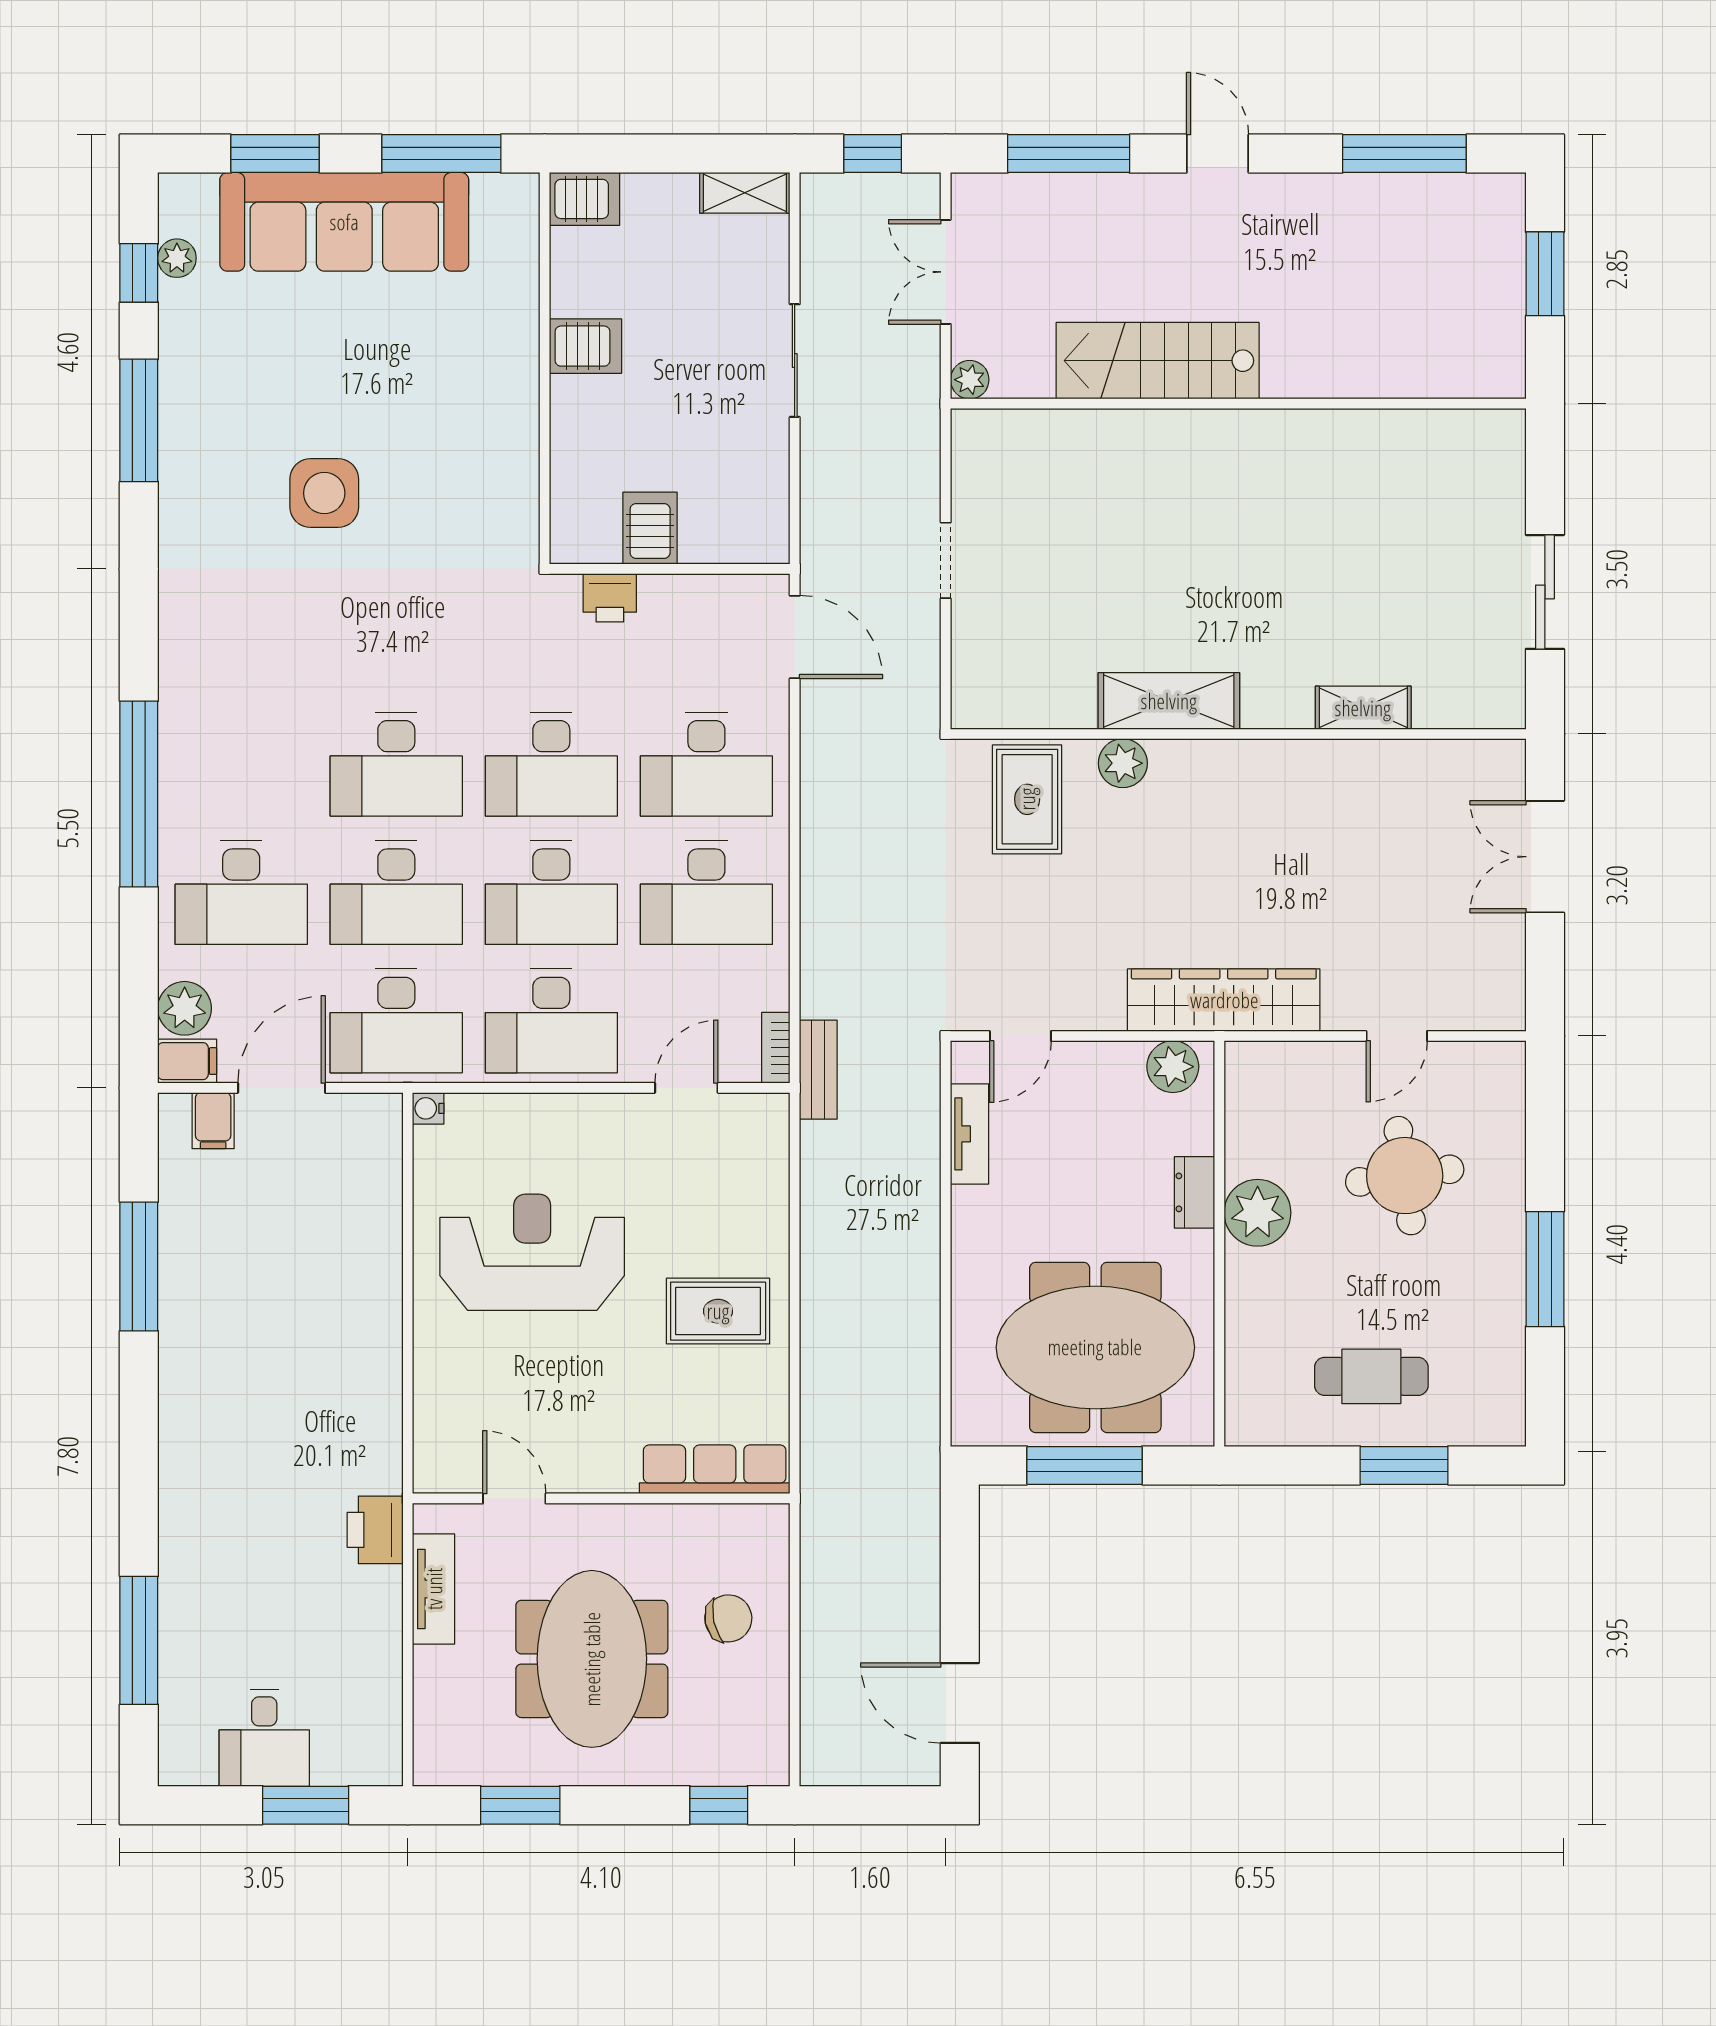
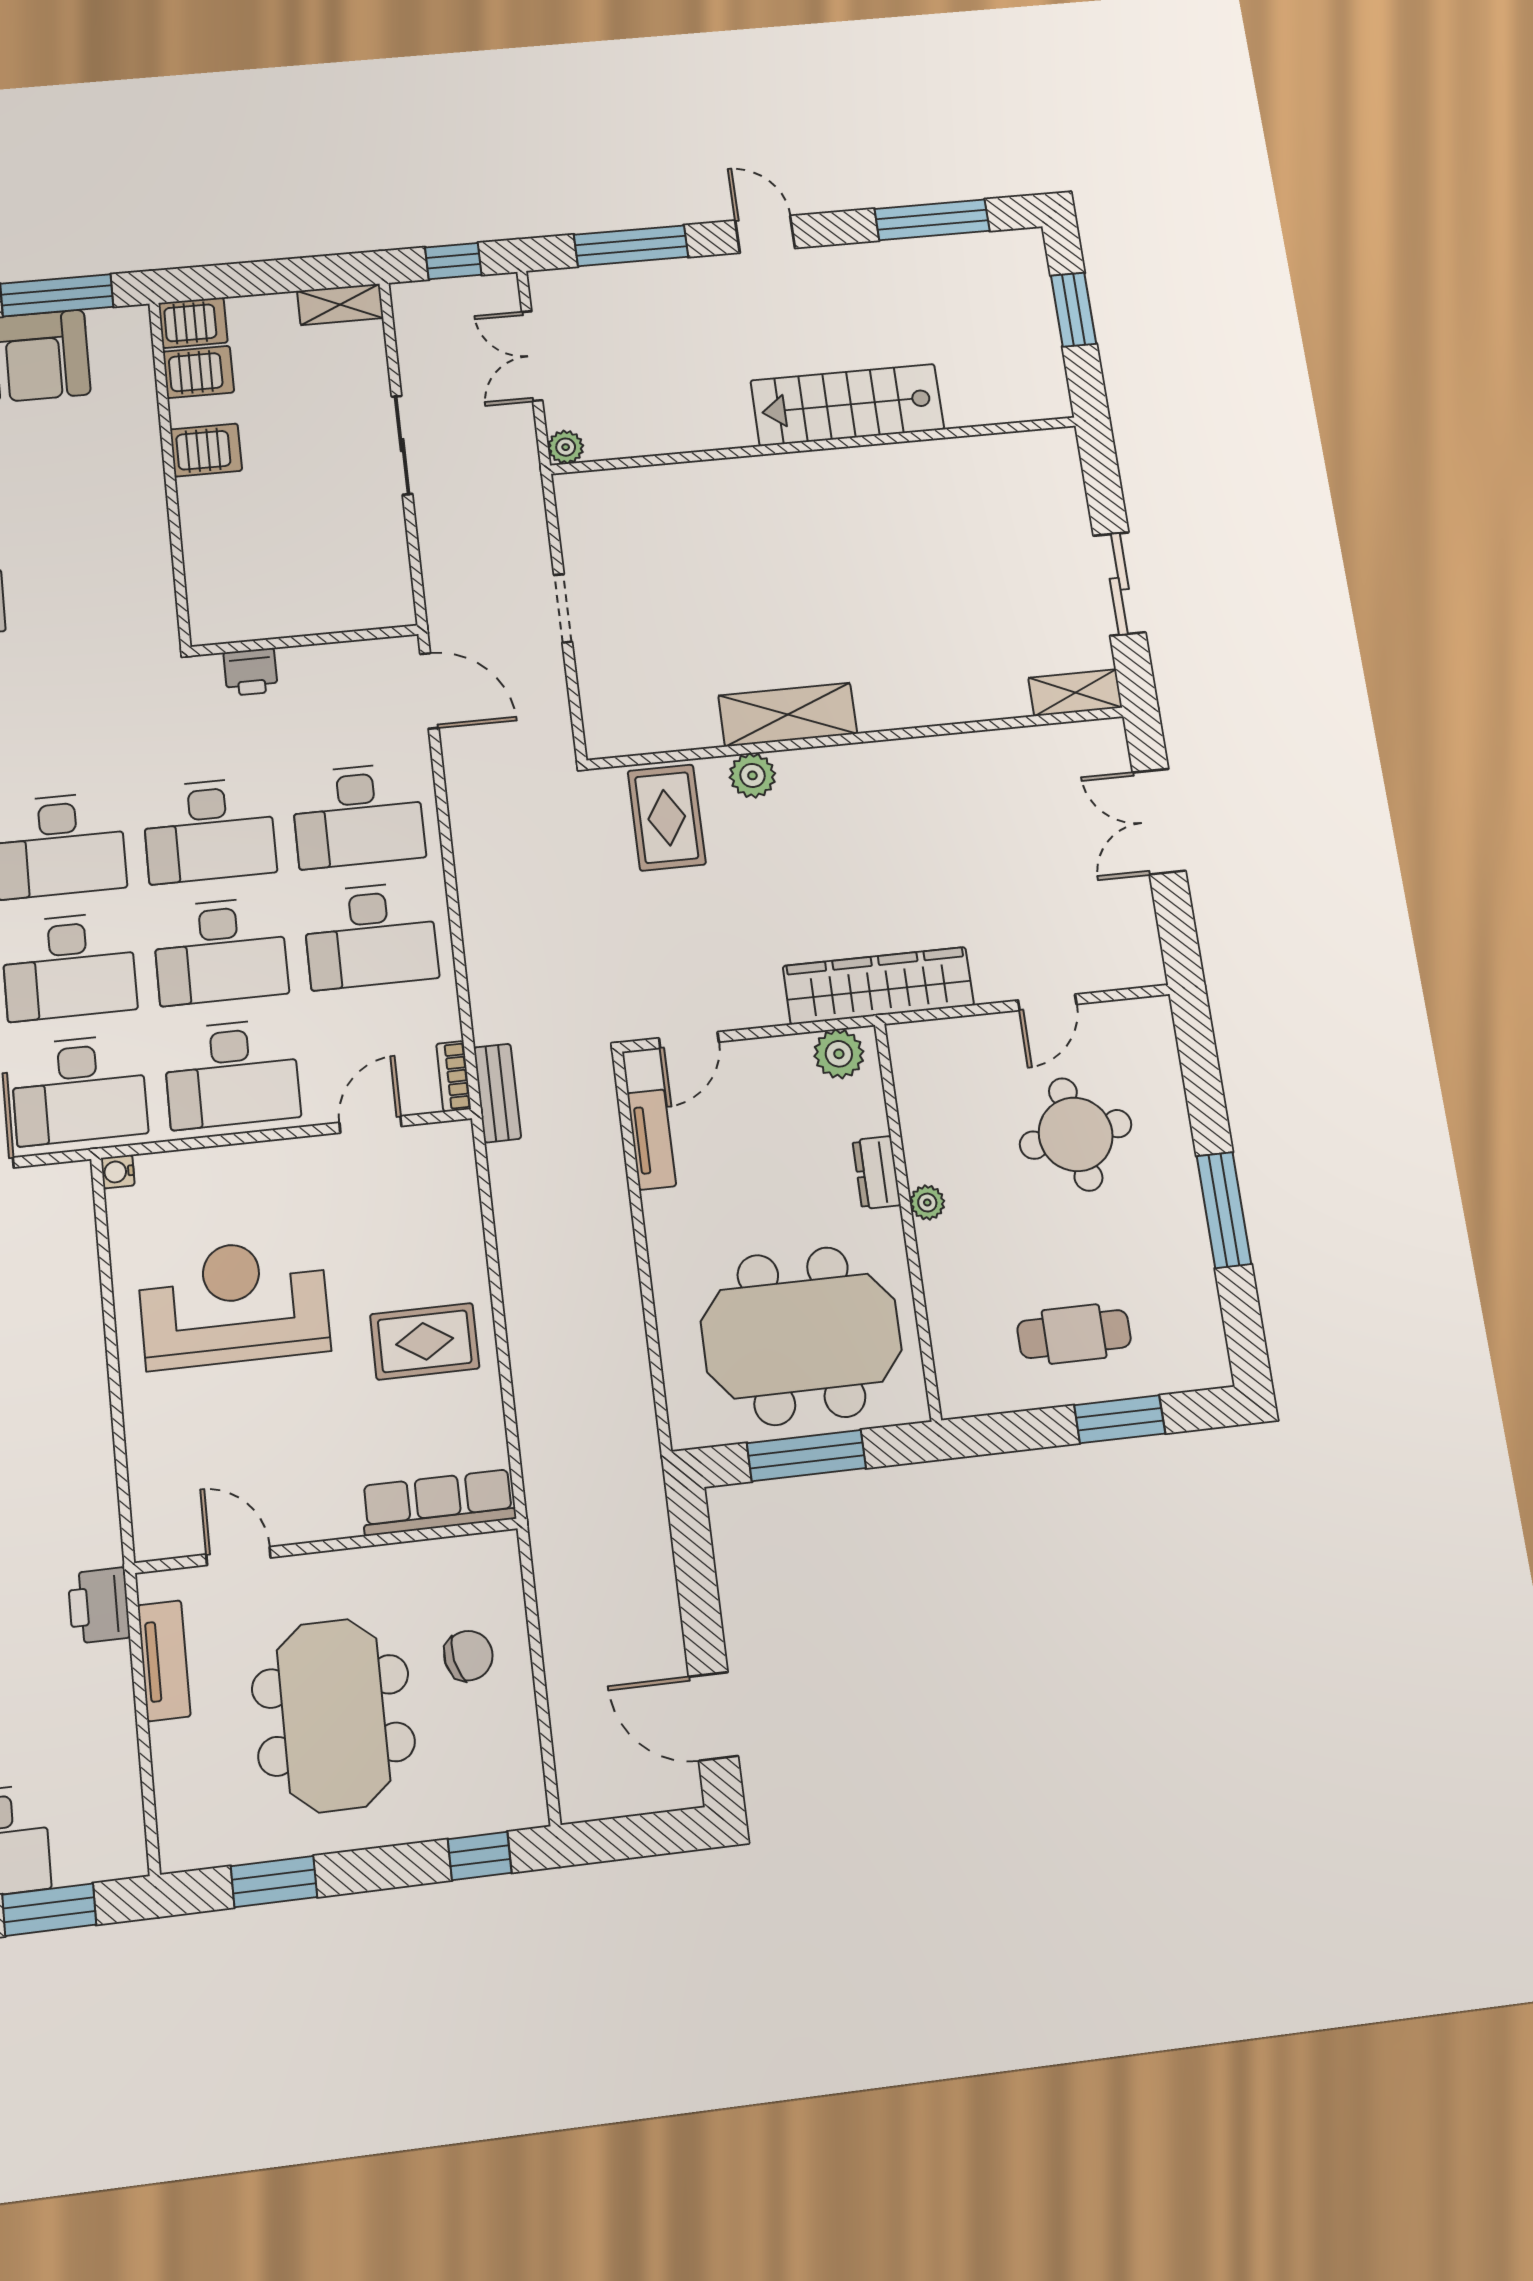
stairs: (1158, 361) -> (847, 405), moved
server rack: (650, 528) -> (198, 372), moved, turned 90
shelving: (1363, 708) -> (1075, 693), moved
plant: (1258, 1213) -> (927, 1203), width x0.53, depth x0.53

